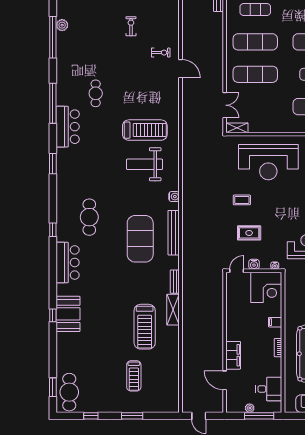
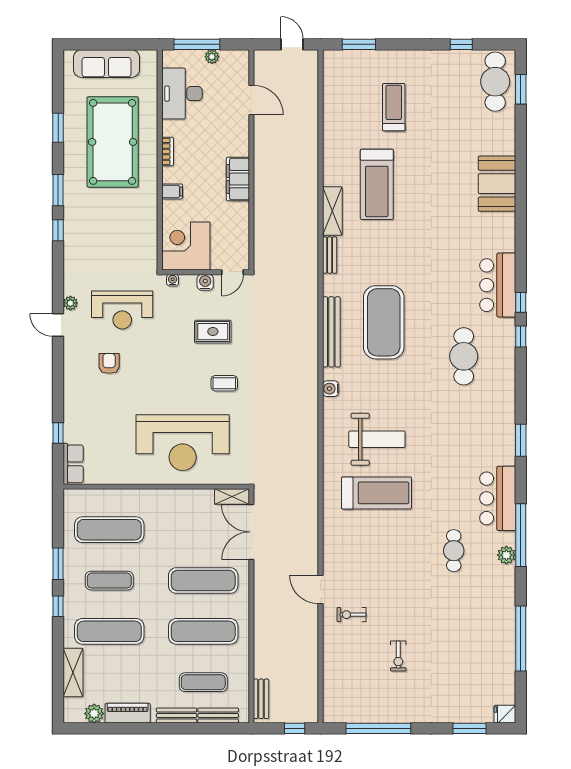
plant: (62, 25) -> (506, 555), moved
double door: (225, 105) -> (251, 532), width x1.37
treadmill: (145, 130) -> (376, 493), turned 180
reception desk: (268, 162) -> (183, 443), turned 180
booth: (68, 314) -> (497, 184), moved
window: (53, 315) -> (521, 302), moved
treadmill: (145, 327) -> (377, 184), turned 180
filing cabinet: (233, 355) -> (238, 179), moved
desk: (269, 389) -> (182, 94), width x1.37
window: (132, 416) -> (359, 44), moved

